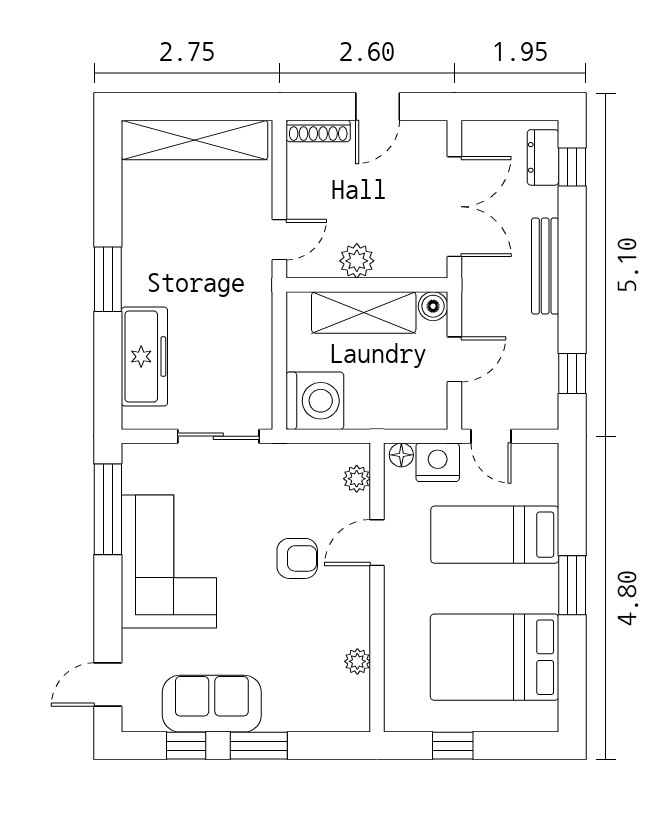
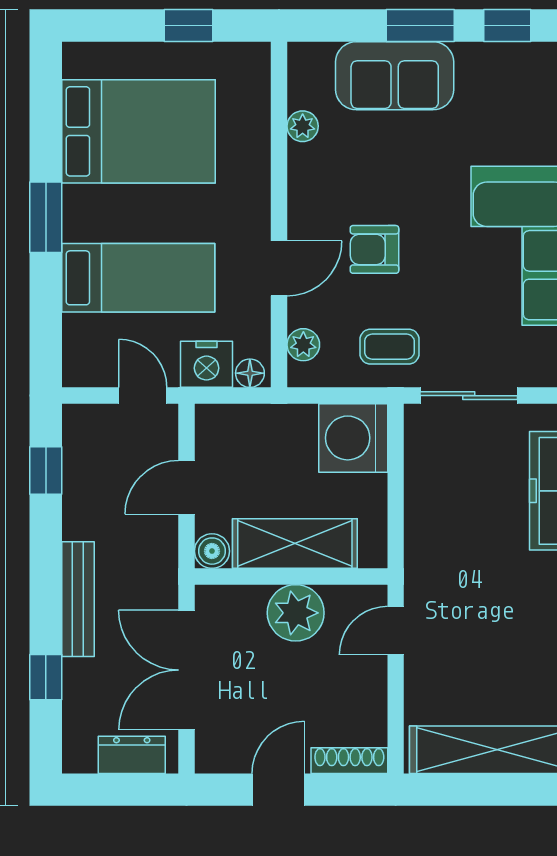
dresser: (543, 157) -> (132, 755), moved, turned -90
window: (572, 167) -> (46, 677), moved
plant: (357, 261) -> (296, 613), width x1.36, depth x1.36
coffee table: (285, 477) -> (389, 347), added
sofa: (212, 704) -> (395, 76), moved

